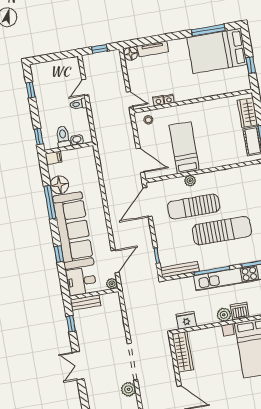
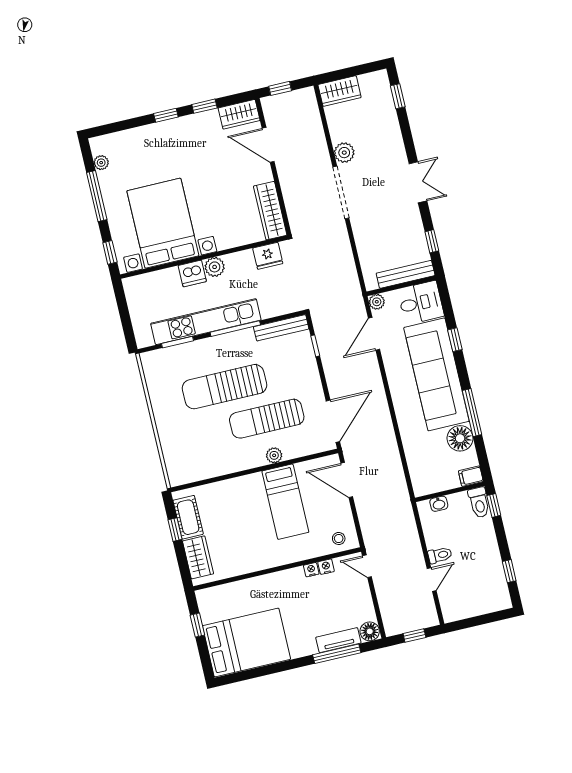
window: (208, 30) -> (337, 654), moved
toilet: (63, 137) -> (479, 502), moved
sun lounger: (194, 207) -> (267, 419), turned 180
bench: (85, 303) -> (406, 274), width x1.36

